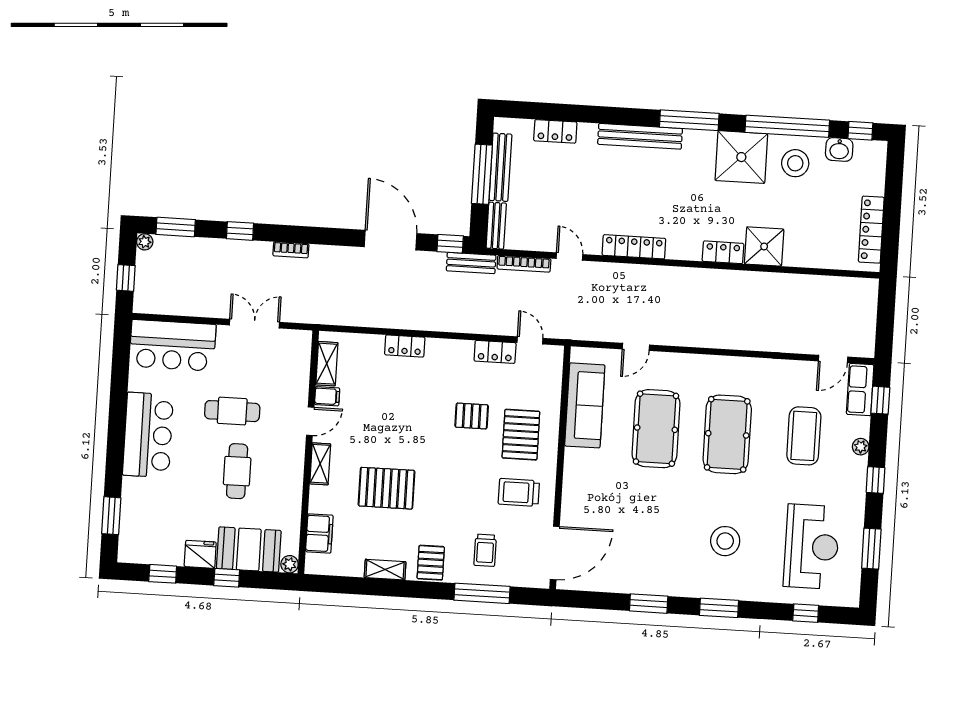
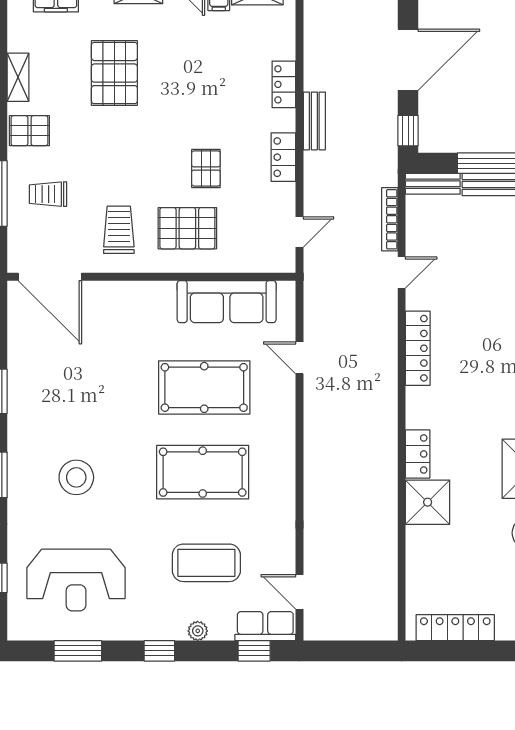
bench: (471, 263) -> (314, 121), moved
locker: (495, 352) -> (283, 157), moved

